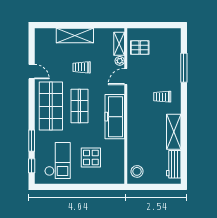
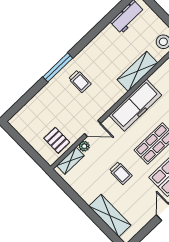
shelving: (75, 35) -> (110, 216), moved
window: (184, 68) -> (58, 67), moved
shelving: (174, 132) -> (137, 71), moved

